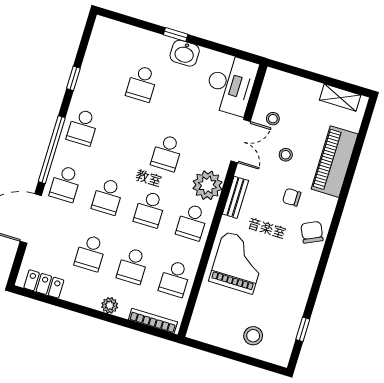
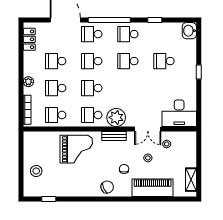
washbasin: (185, 53) -> (189, 31), moved
school desk: (167, 153) -> (128, 61), moved

